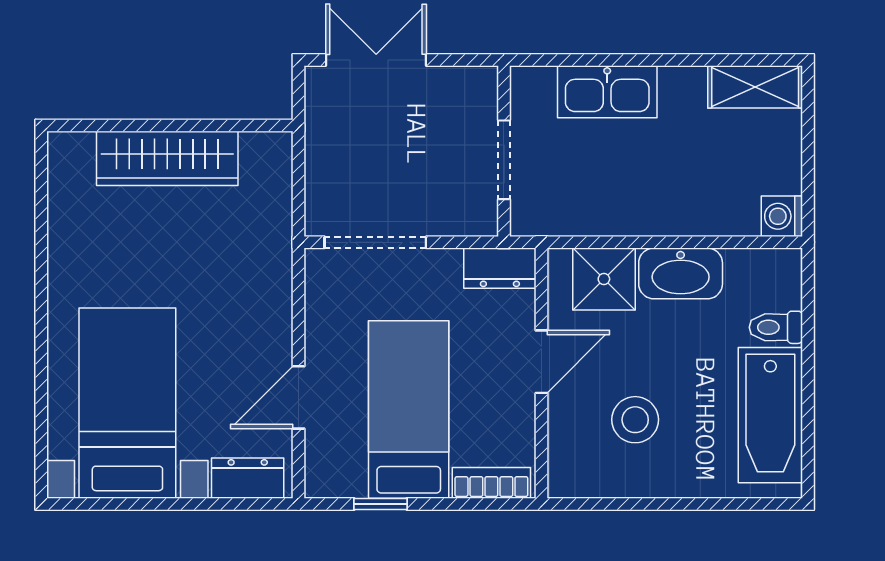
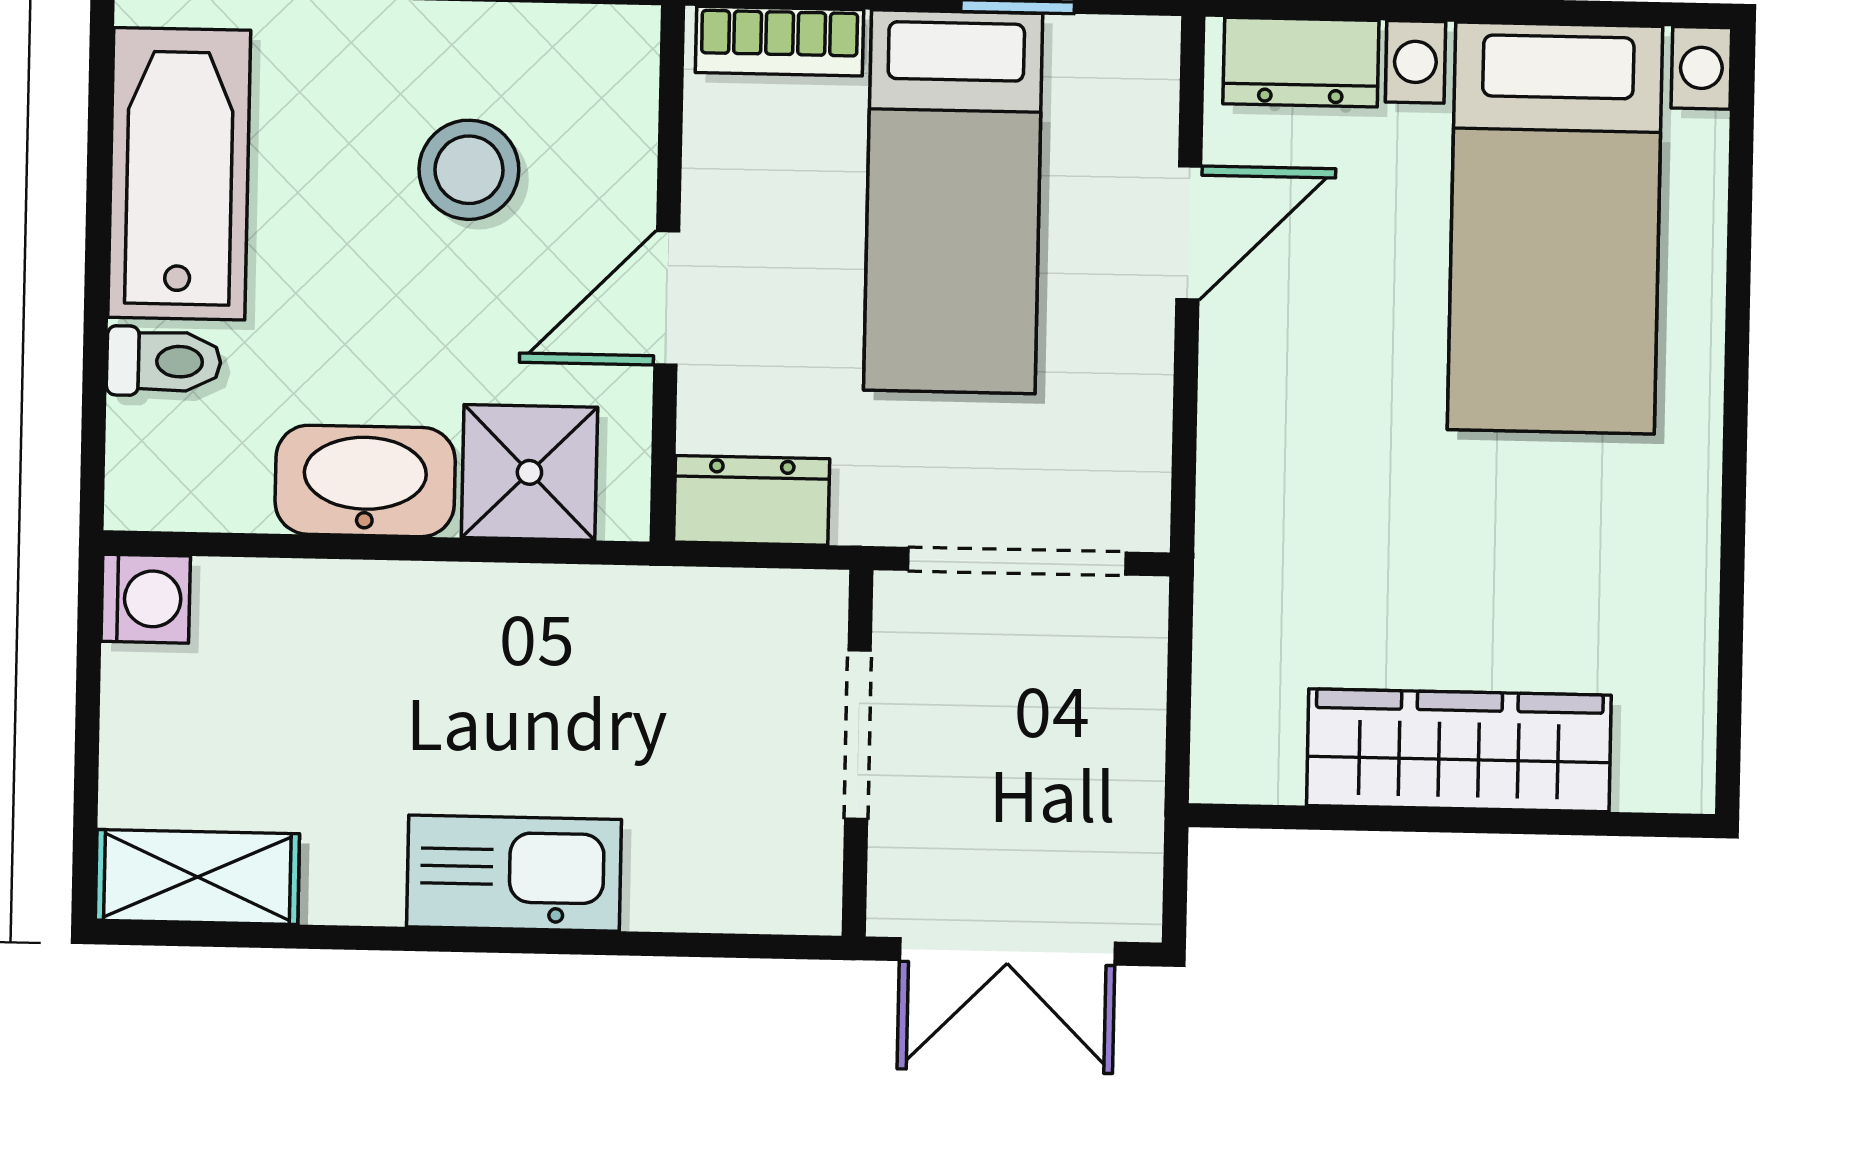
wall: (504, 151) -> (857, 753), moved
doorway: (504, 160) -> (858, 735), moved

